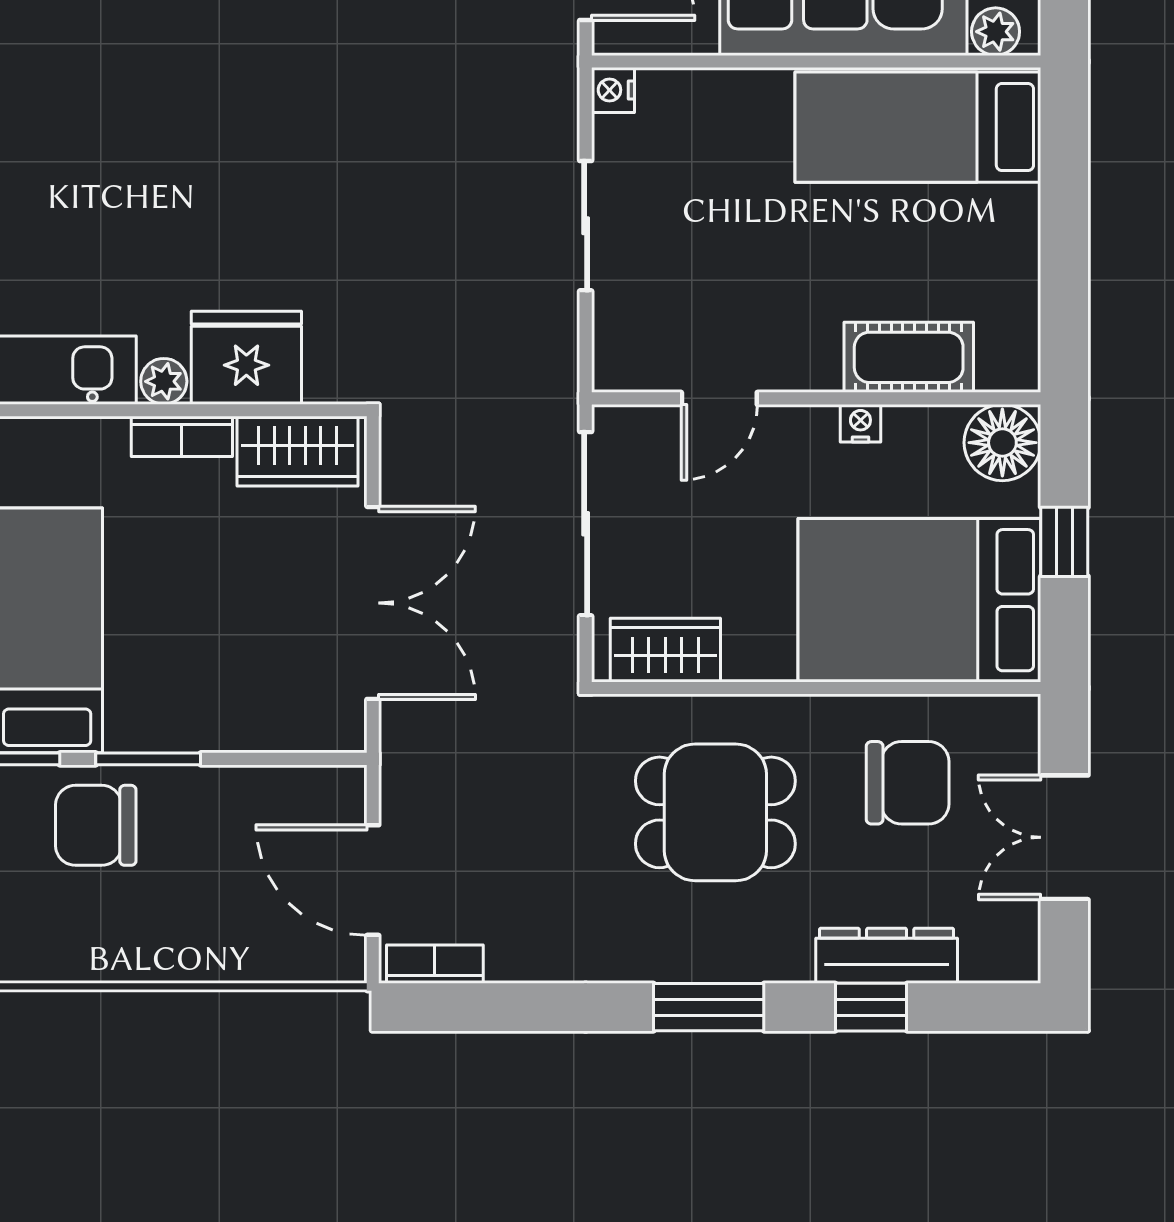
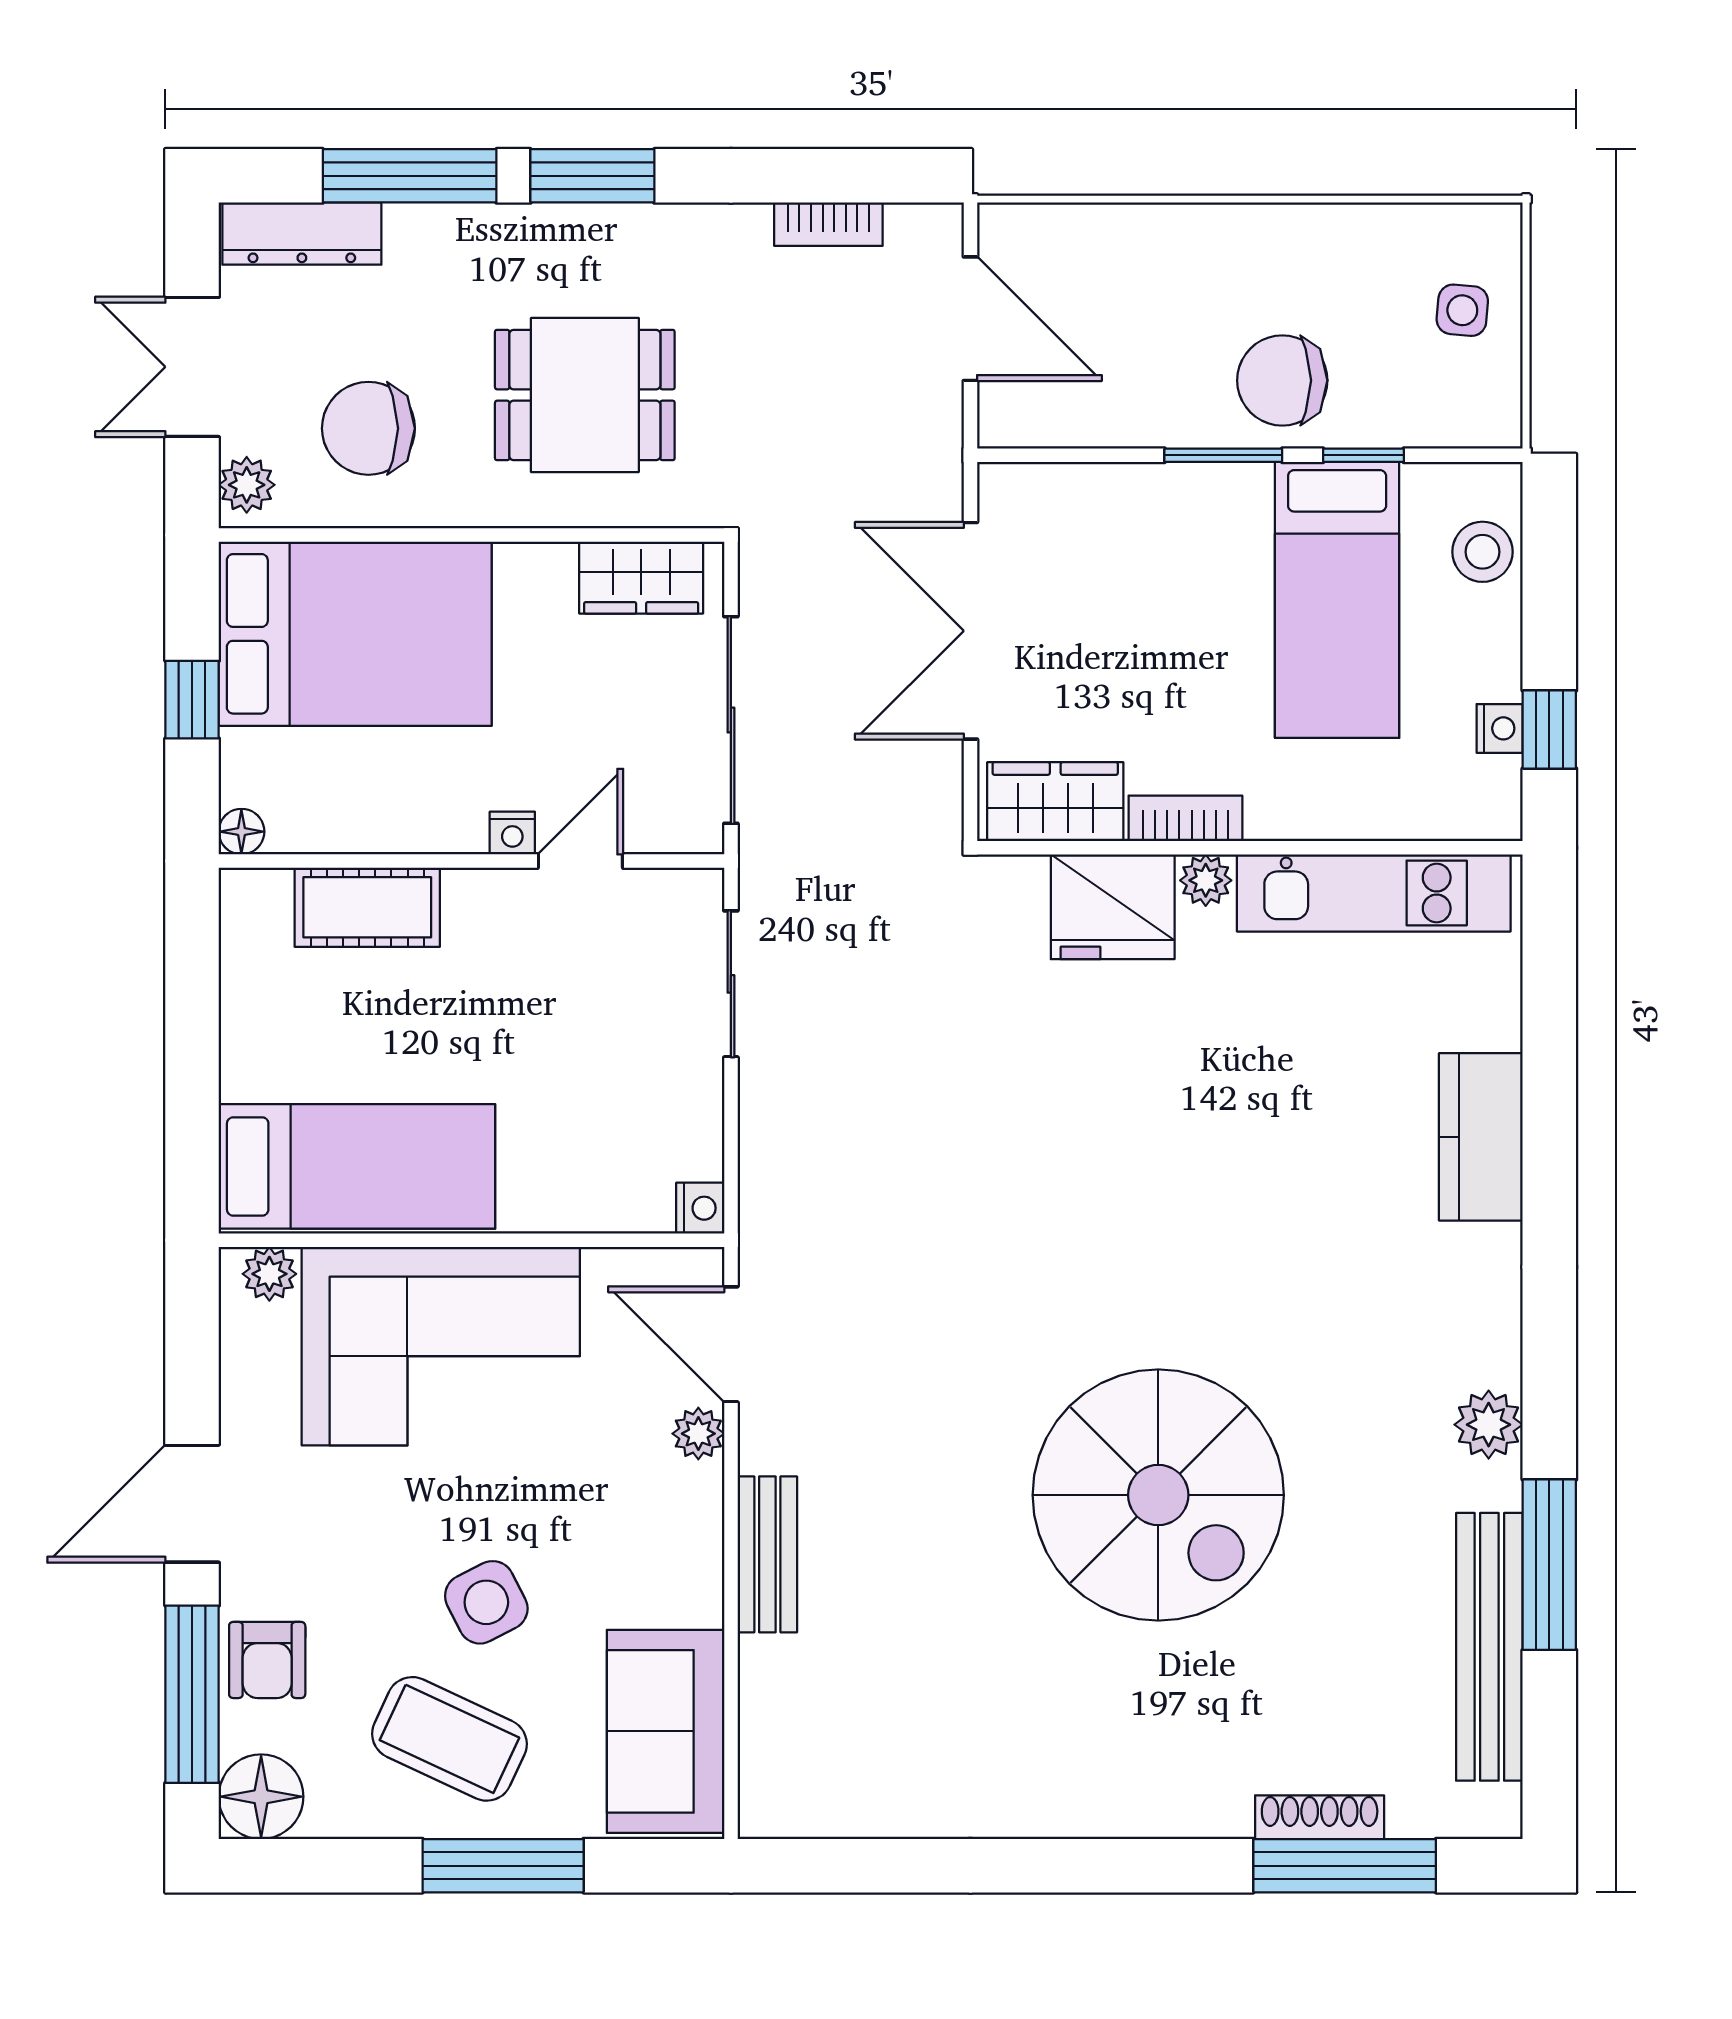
sliding door: (586, 226) -> (731, 984), moved
nightstand: (860, 423) -> (512, 833), moved
floor lamp: (1002, 443) -> (241, 832), width x0.53, depth x0.53
plant: (1016, 733) -> (247, 485), added
chair: (96, 825) -> (1282, 380), turned 180
double door: (1064, 837) -> (192, 367), swing flipped
dresser: (887, 956) -> (302, 234), moved
bookcase: (435, 964) -> (828, 224), moved
window: (871, 1007) -> (410, 176), width x2.17

